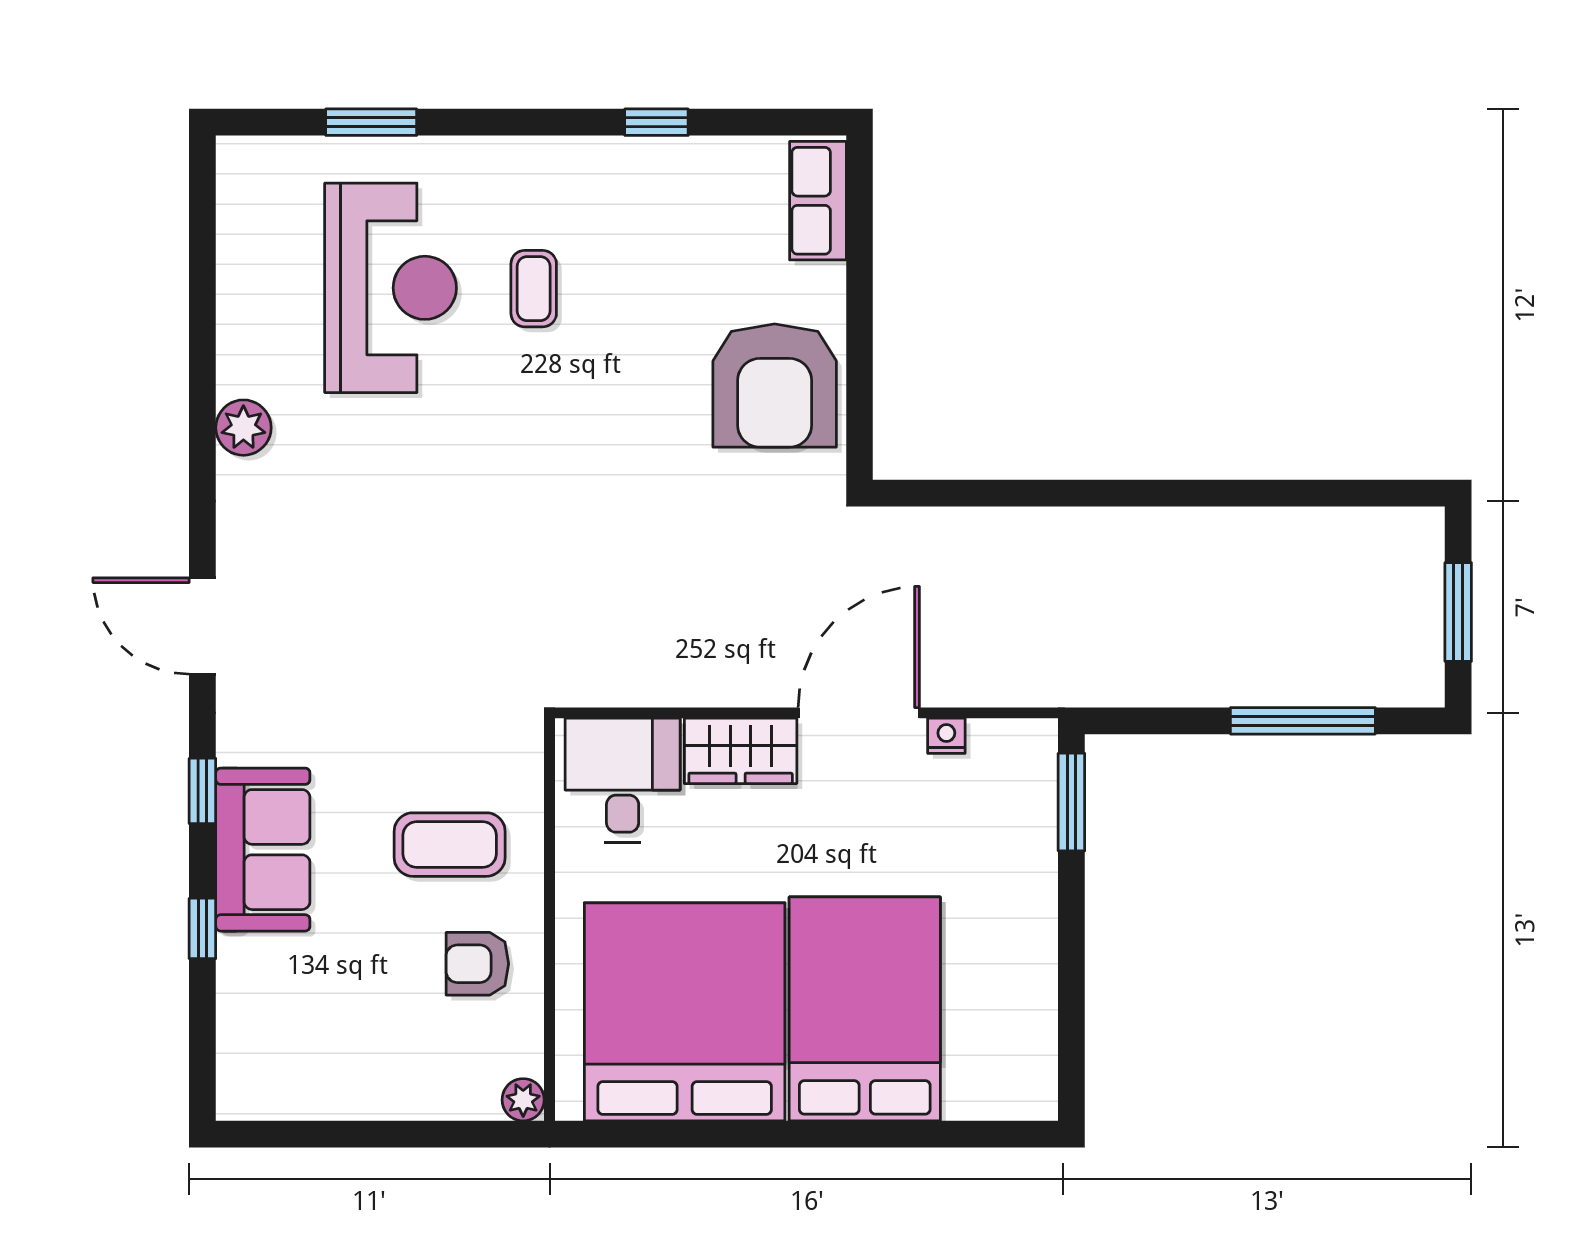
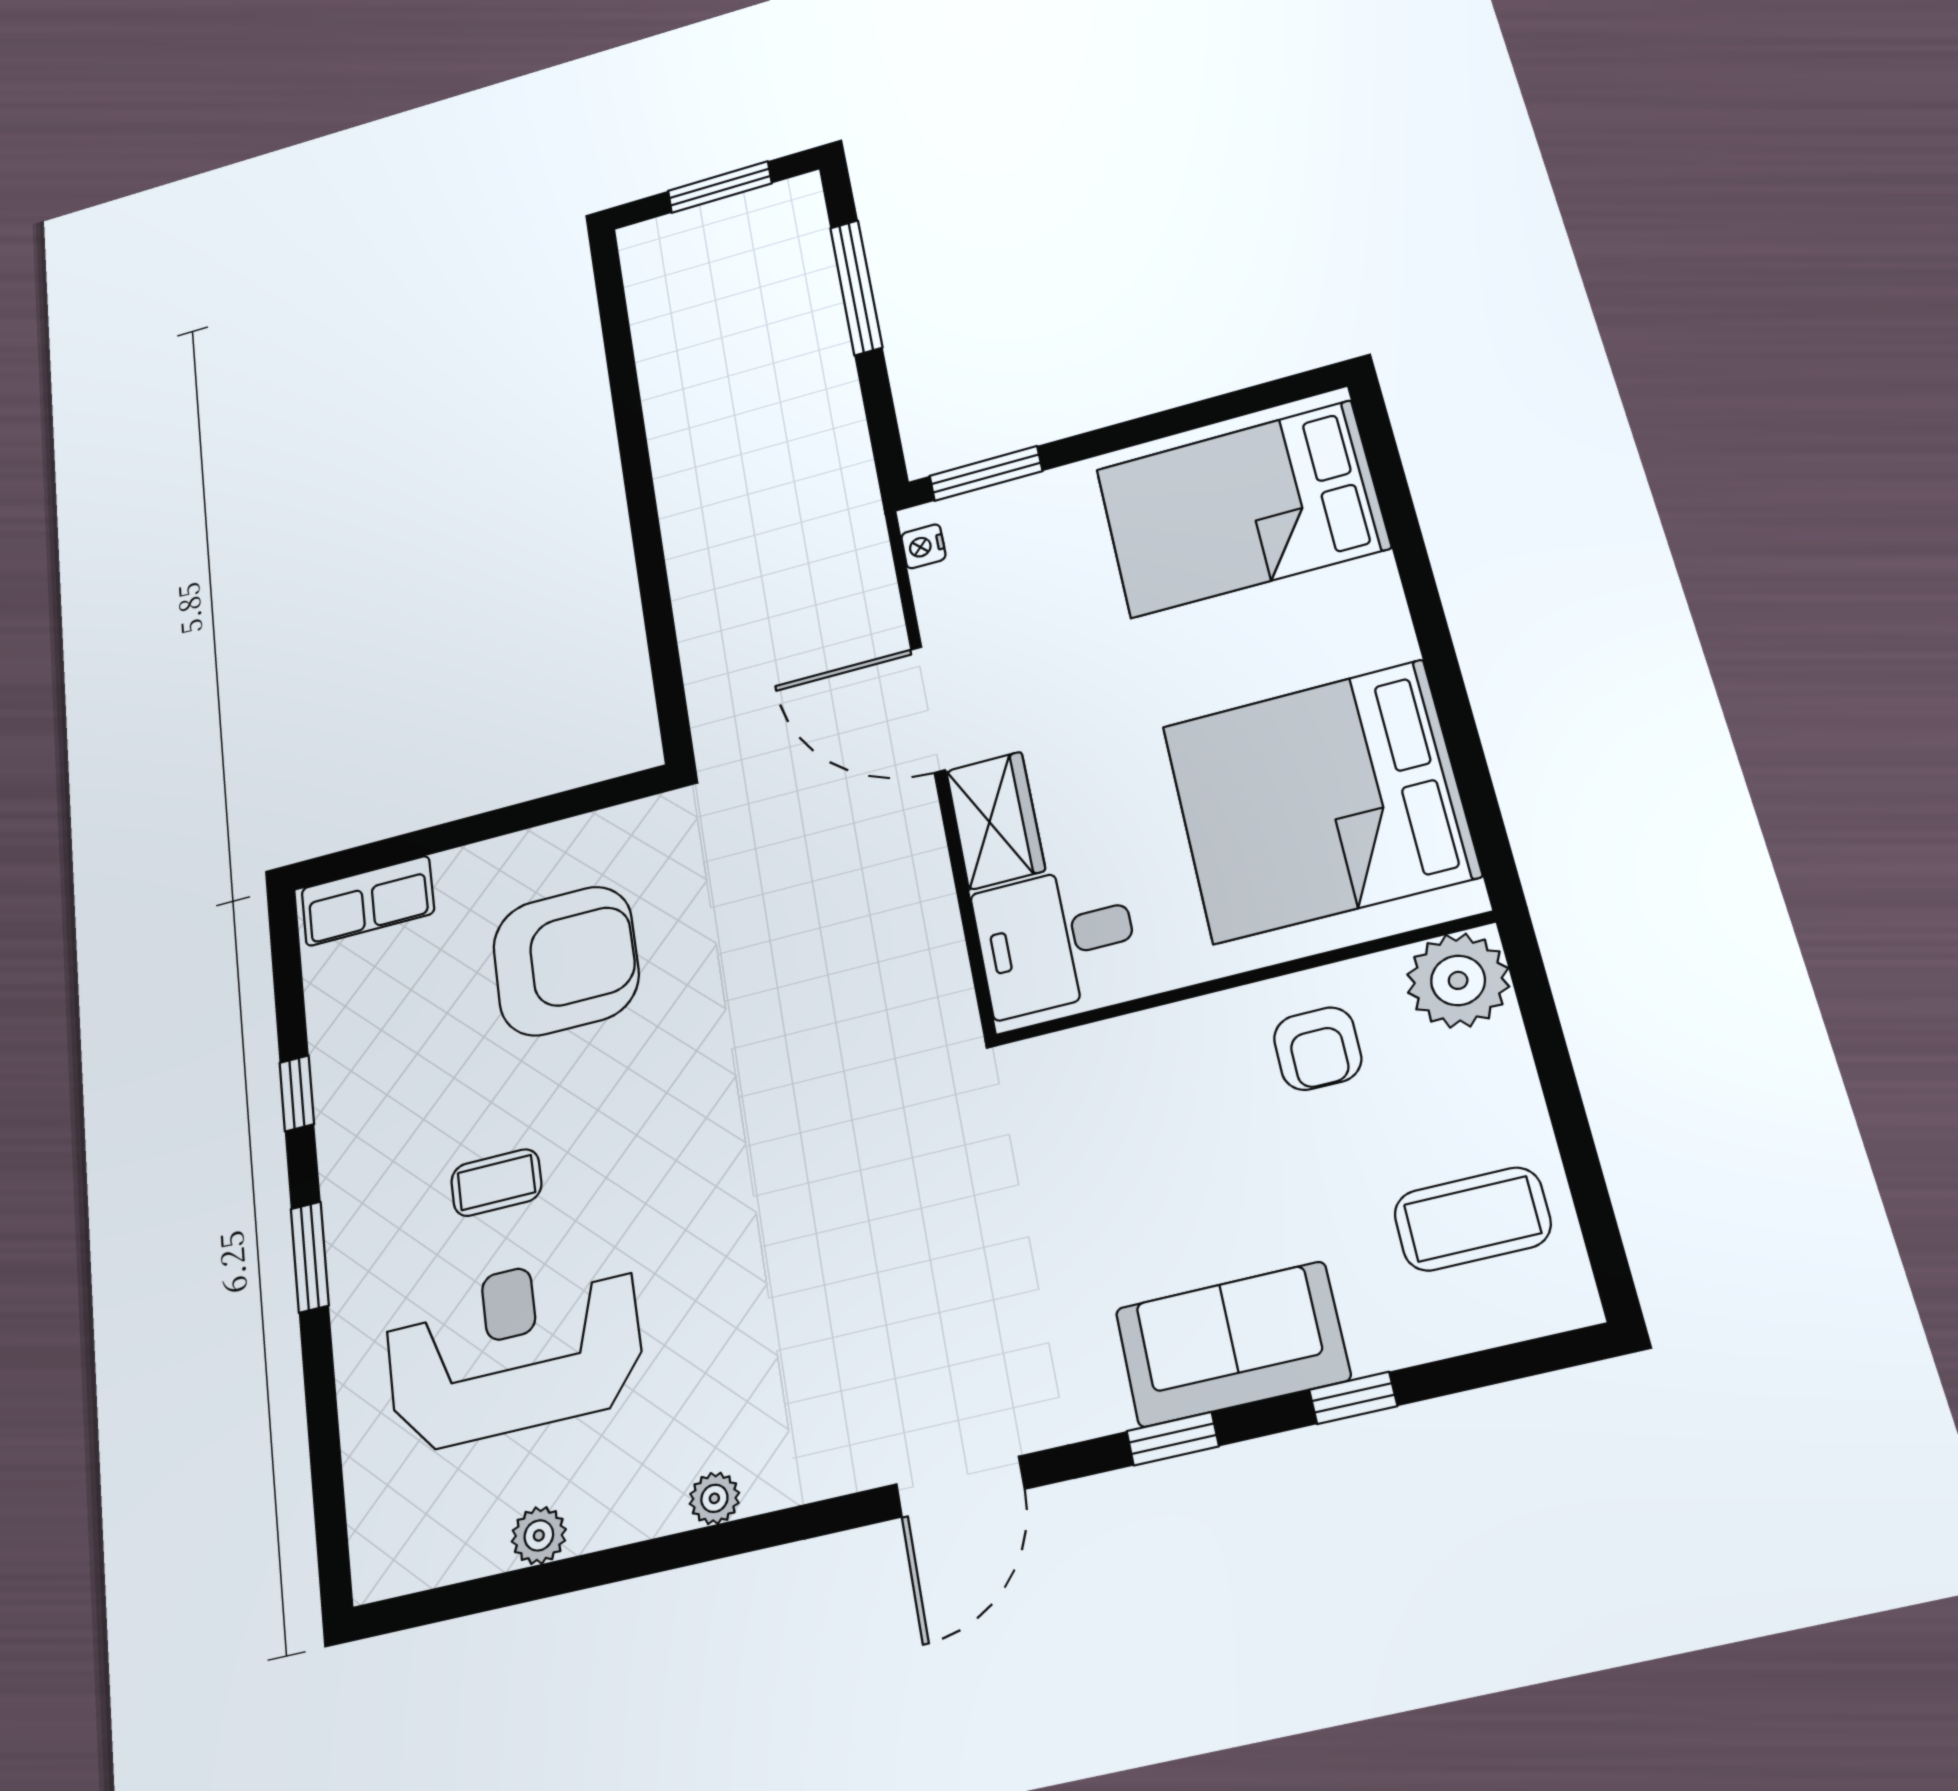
window: (371, 122) -> (310, 1257), moved
plant: (238, 292) -> (539, 1535), added
armchair: (775, 386) -> (566, 961), moved
plant: (243, 428) -> (714, 1498), width x0.73, depth x0.73
nightstand: (946, 736) -> (923, 546), moved
coffee table: (450, 845) -> (1472, 1219), moved, turned 90
bed: (865, 1009) -> (1242, 509), moved
plant: (523, 1100) -> (1458, 980), width x1.88, depth x1.88

